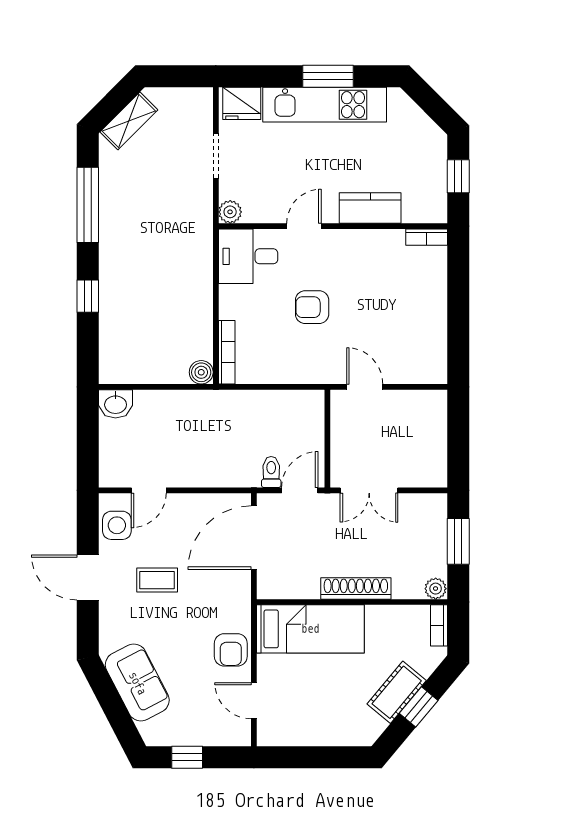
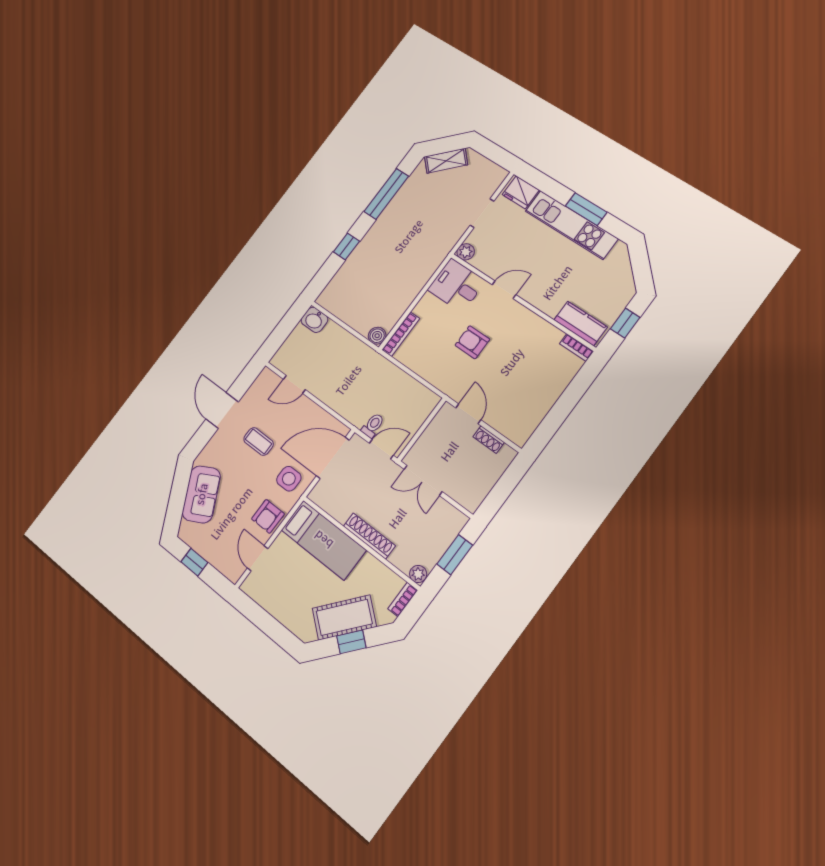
kitchen counter: (370, 208) -> (581, 323), moved
shoe rack: (406, 399) -> (489, 440), added
side table: (117, 525) -> (289, 479), moved
cot: (397, 692) -> (344, 617), width x1.37, depth x1.34

